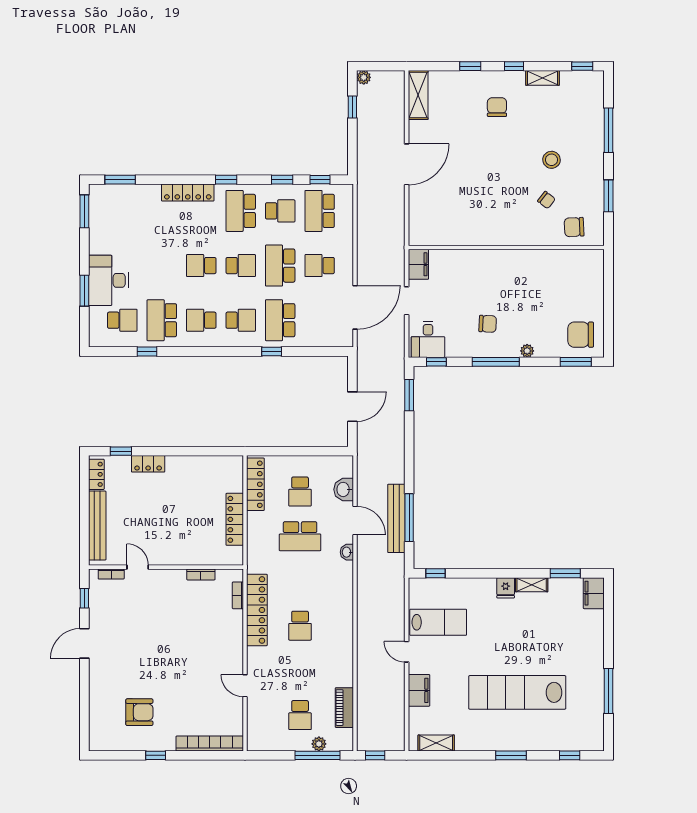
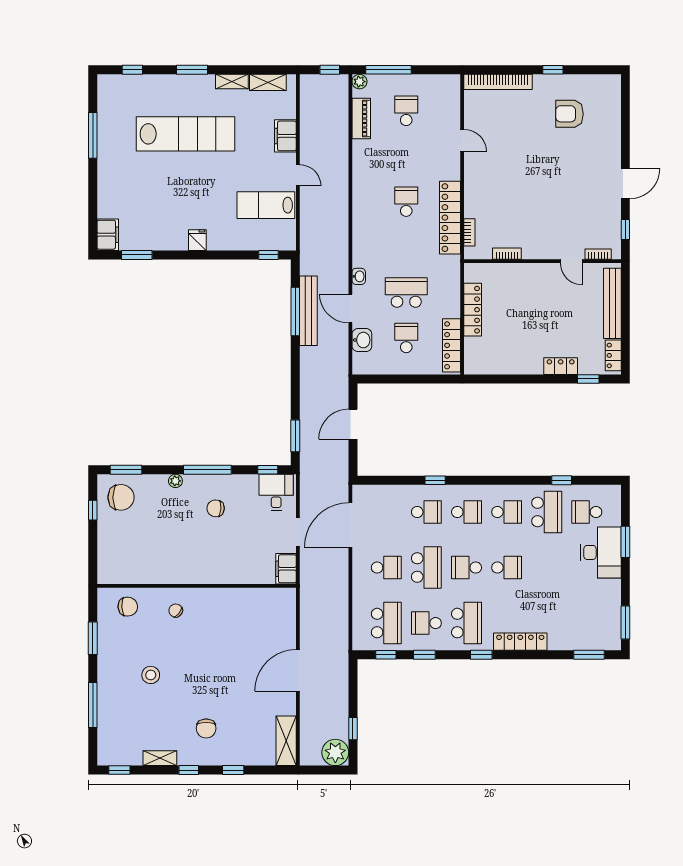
plant: (364, 77) -> (335, 752), width x1.88, depth x1.88
chair: (546, 200) -> (176, 611), moved
school desk: (241, 320) -> (466, 512), turned 180
school desk: (280, 320) -> (426, 512), width x0.54
window: (609, 322) -> (93, 510), added
shelving: (532, 585) -> (232, 82), moved
plant: (319, 744) -> (359, 82), moved

